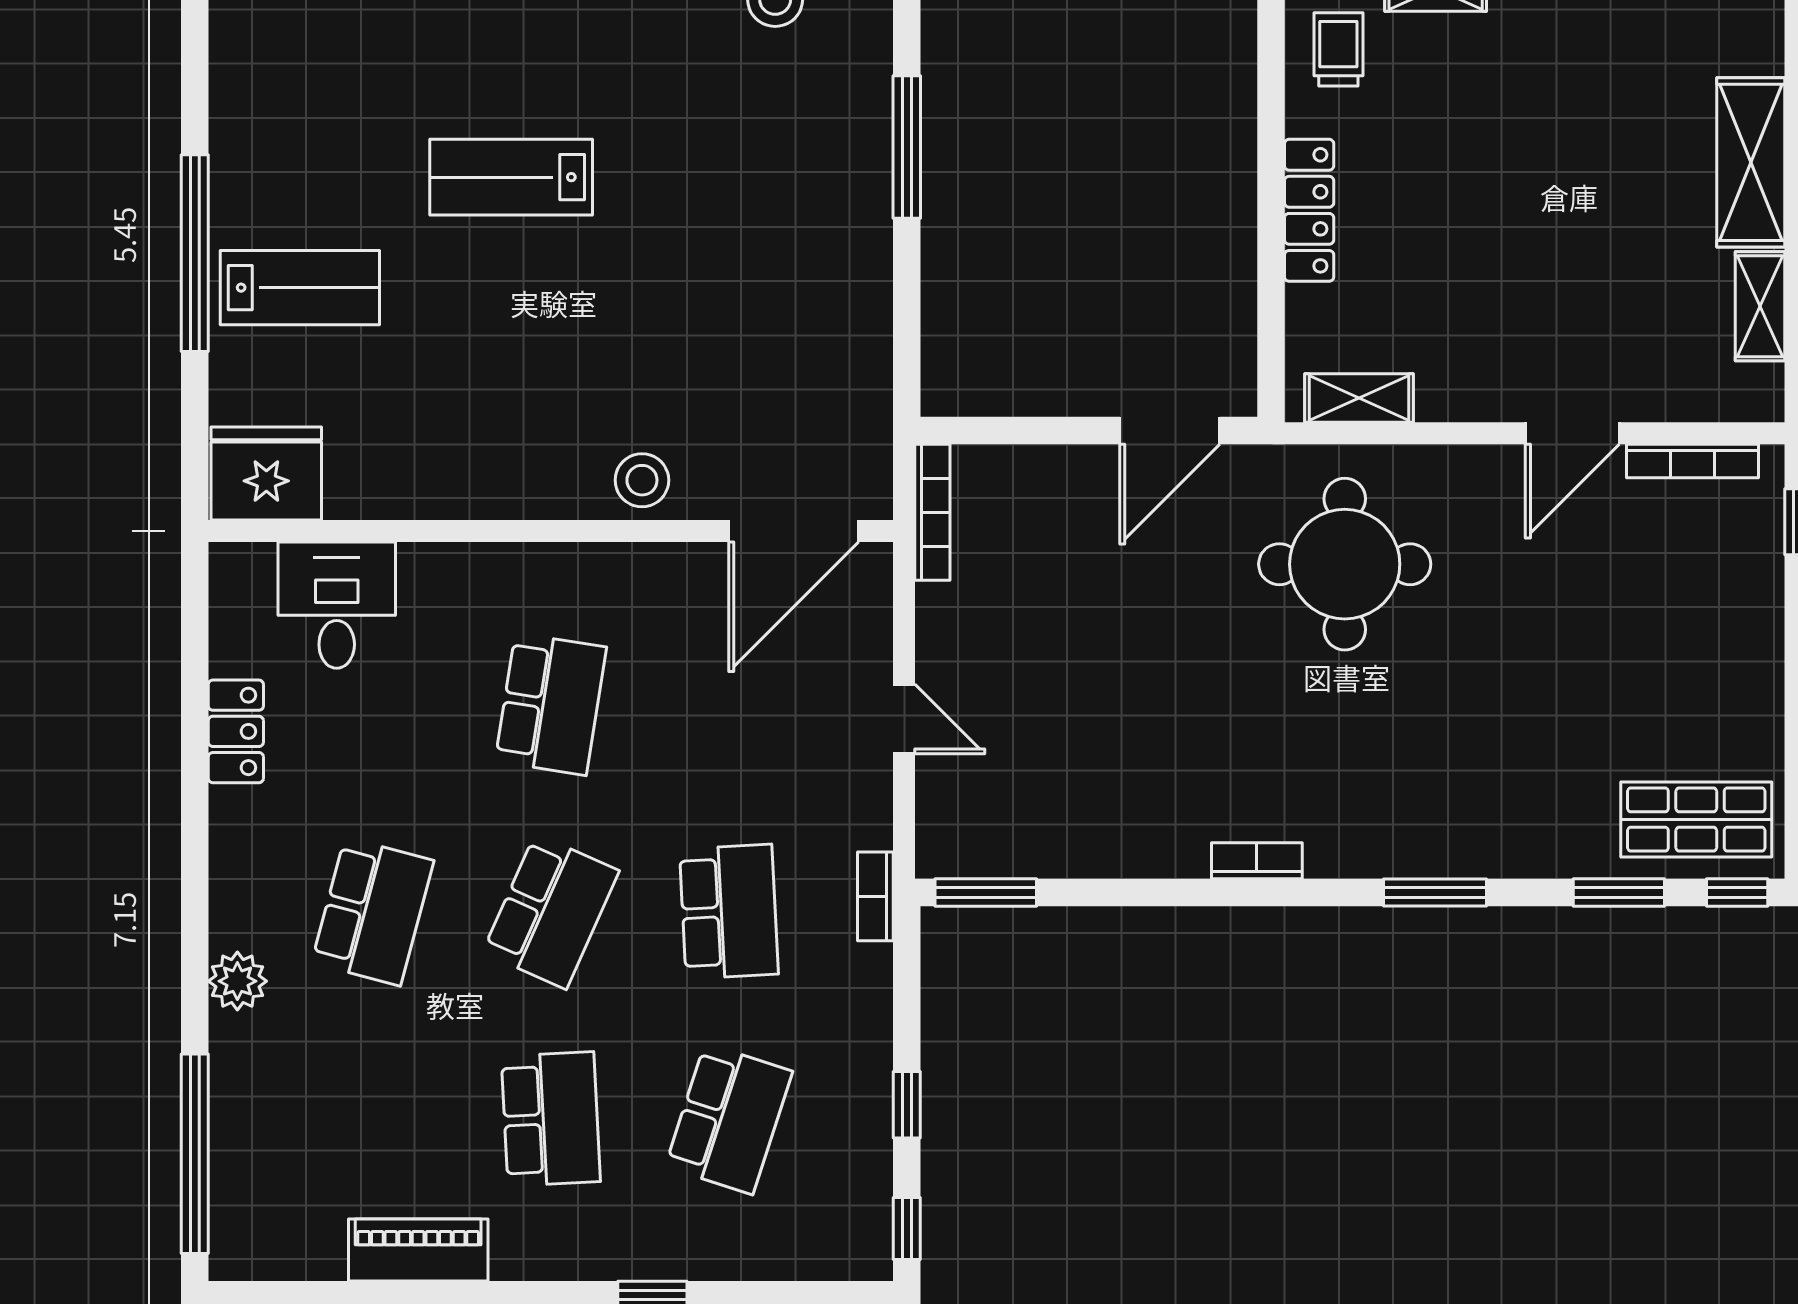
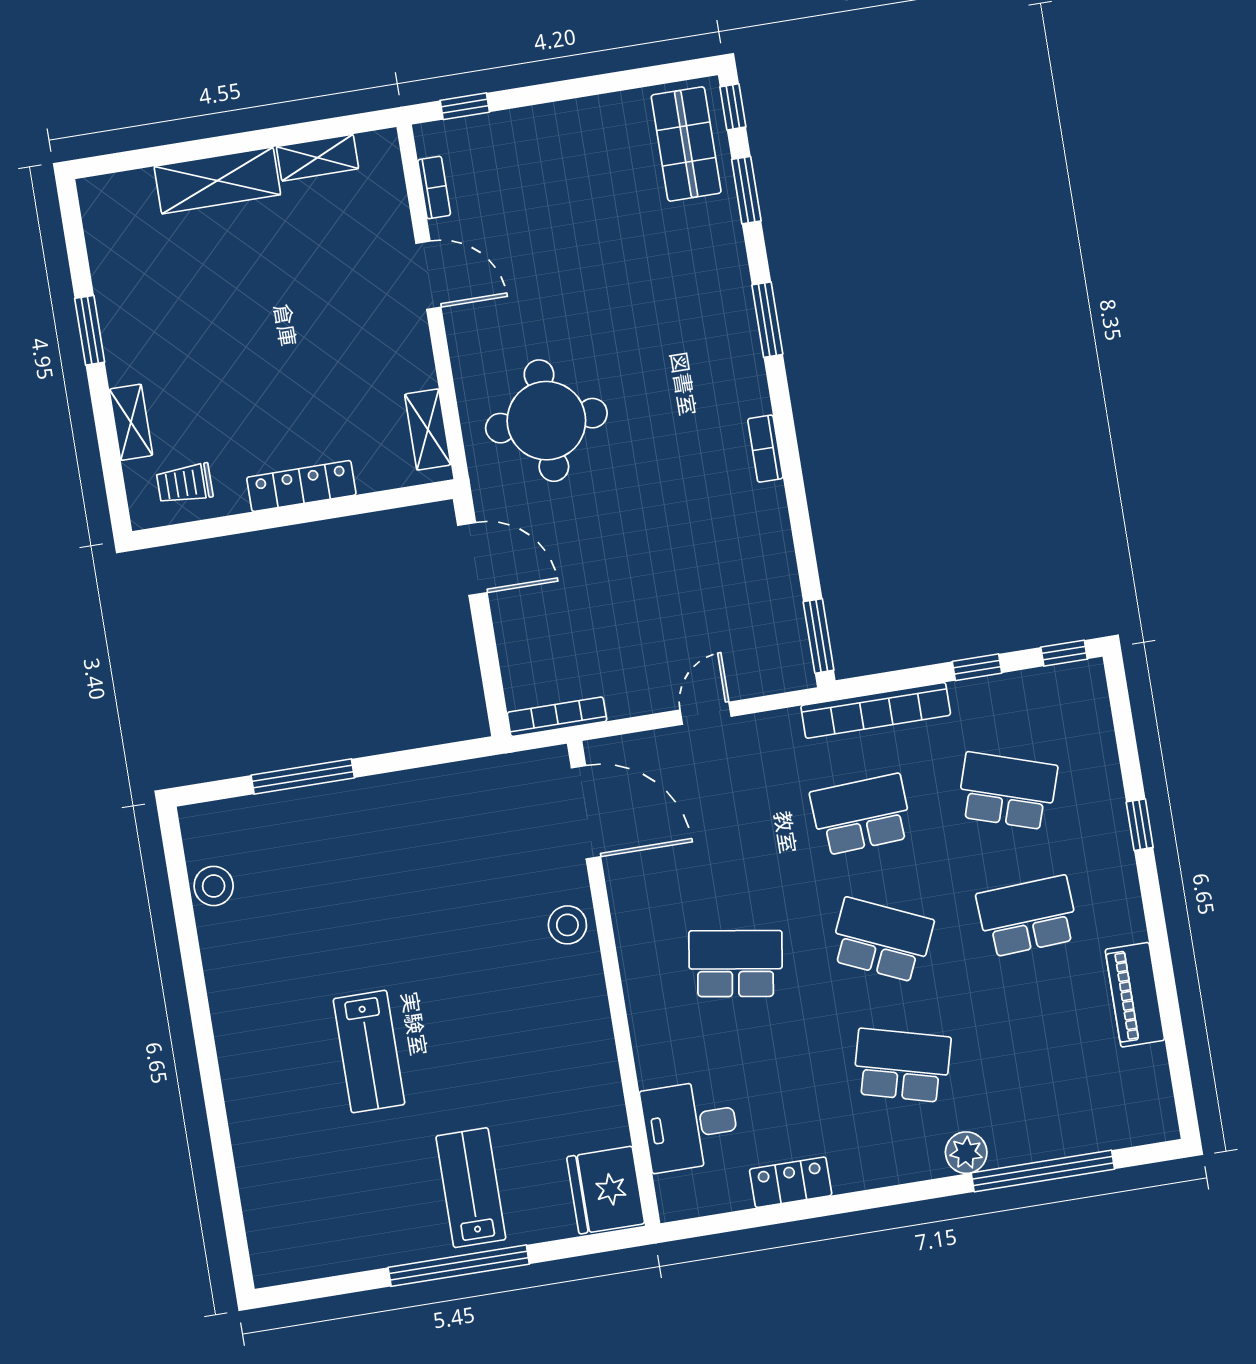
bookcase: (1693, 461) -> (434, 188), width x0.64
bookcase: (875, 896) -> (876, 710), width x2.31, depth x1.31
window: (195, 1154) -> (1043, 1171), moved

